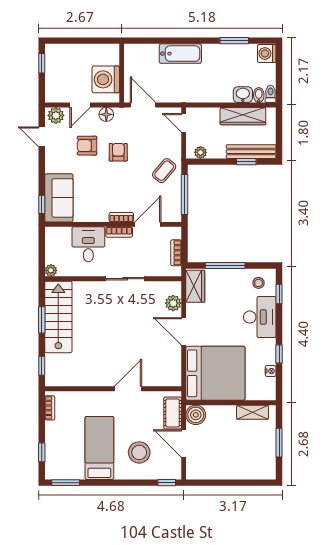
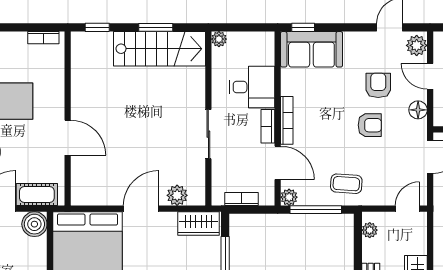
coffee table: (164, 171) -> (346, 184), turned -36
plant: (175, 215) -> (289, 197), added
bookcase: (121, 217) -> (287, 120), width x1.56

